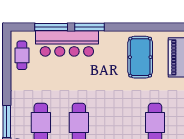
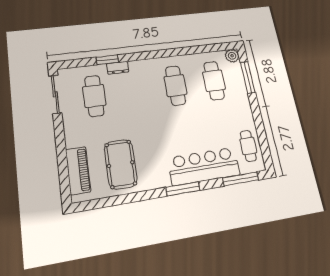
window: (51, 27) -> (241, 179), moved

